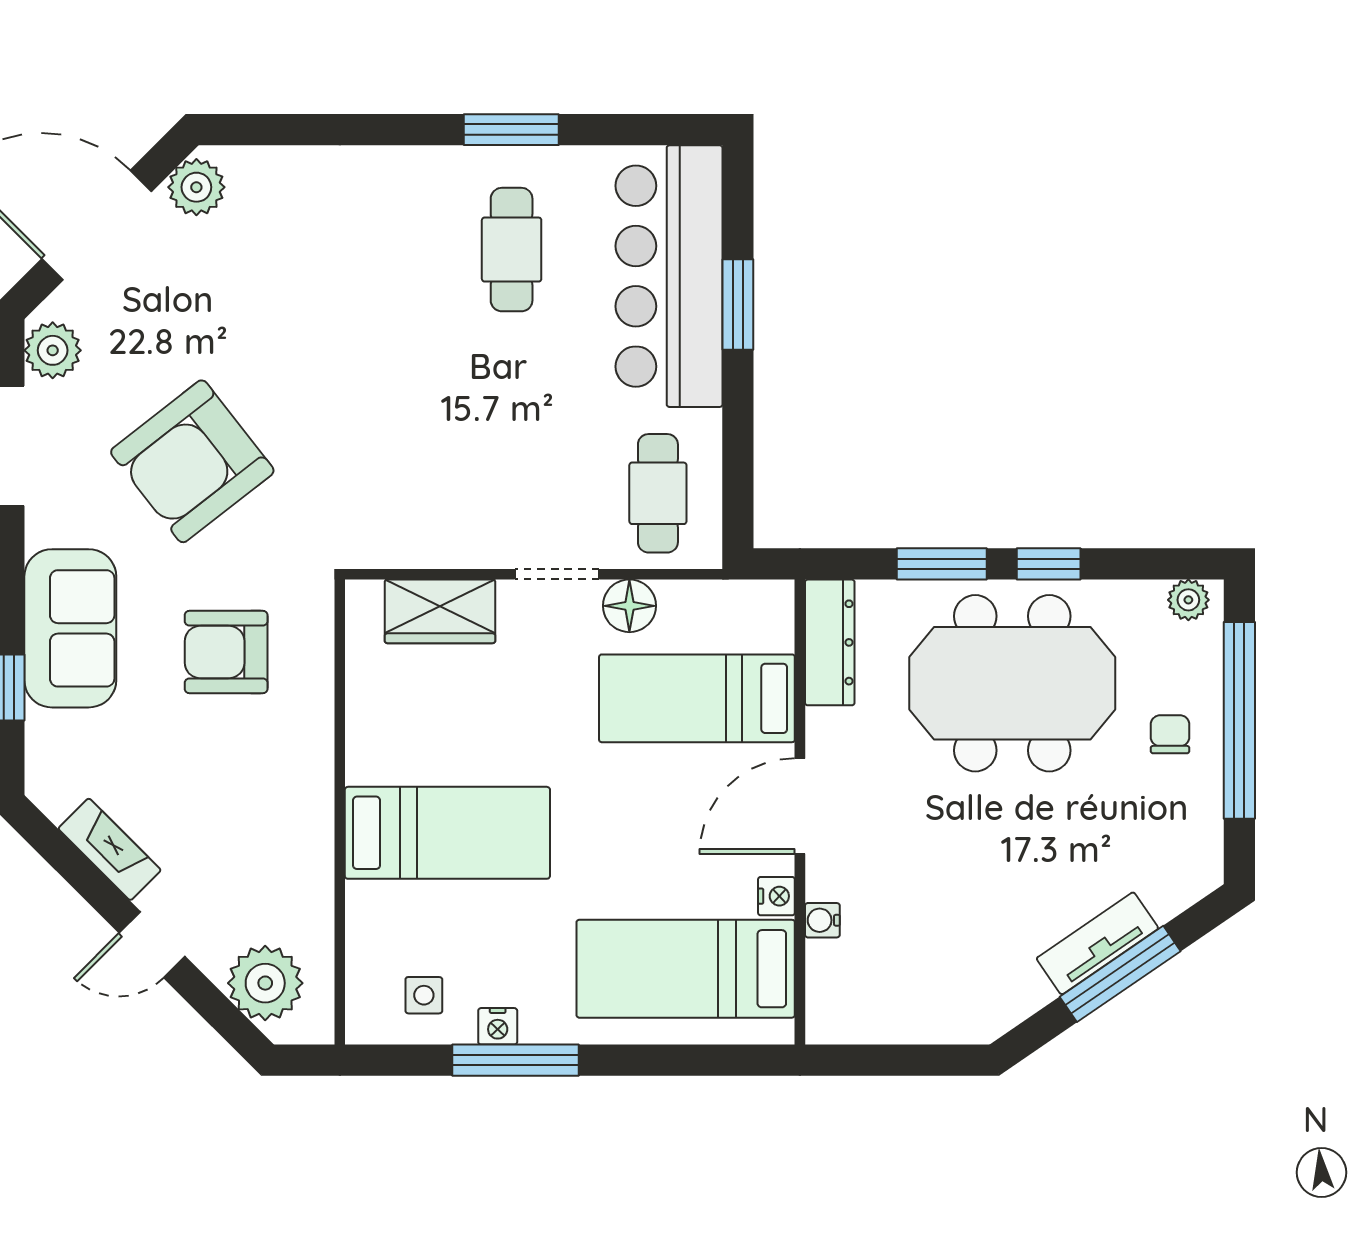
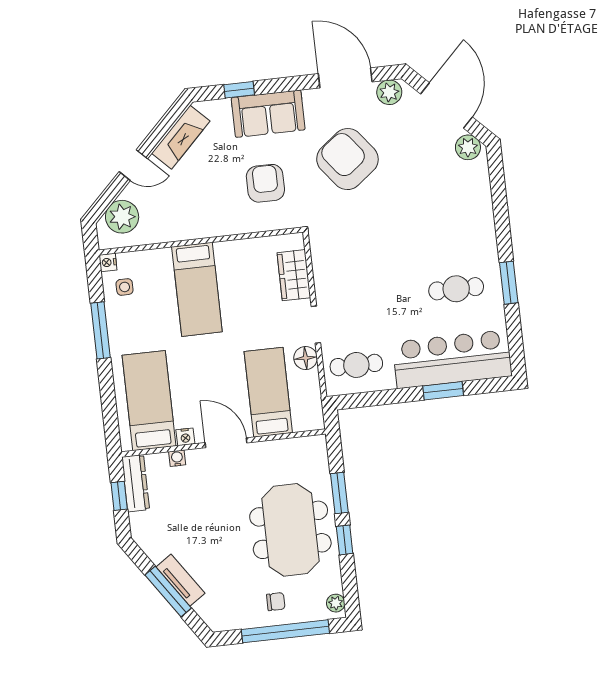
dresser: (830, 642) -> (136, 483), moved, turned -90
fireplace: (110, 849) -> (181, 137), width x1.37, depth x1.32
door: (152, 945) -> (133, 165), swing flipped
nightstand: (498, 1026) -> (108, 262), moved
window: (893, 1060) -> (119, 496), added

